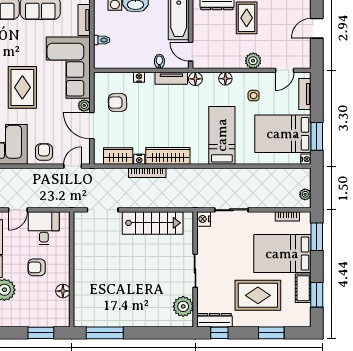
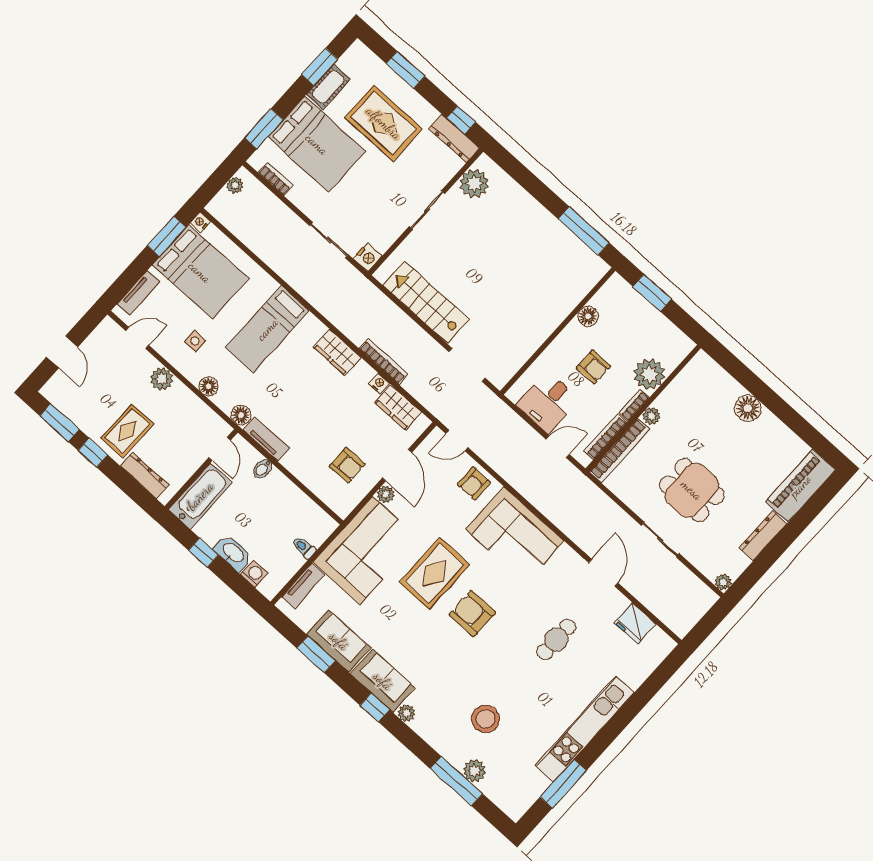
door: (317, 28) -> (62, 352), hinge flipped
nightstand: (139, 77) -> (300, 471), removed
wardrobe: (168, 156) -> (337, 352), width x0.67

